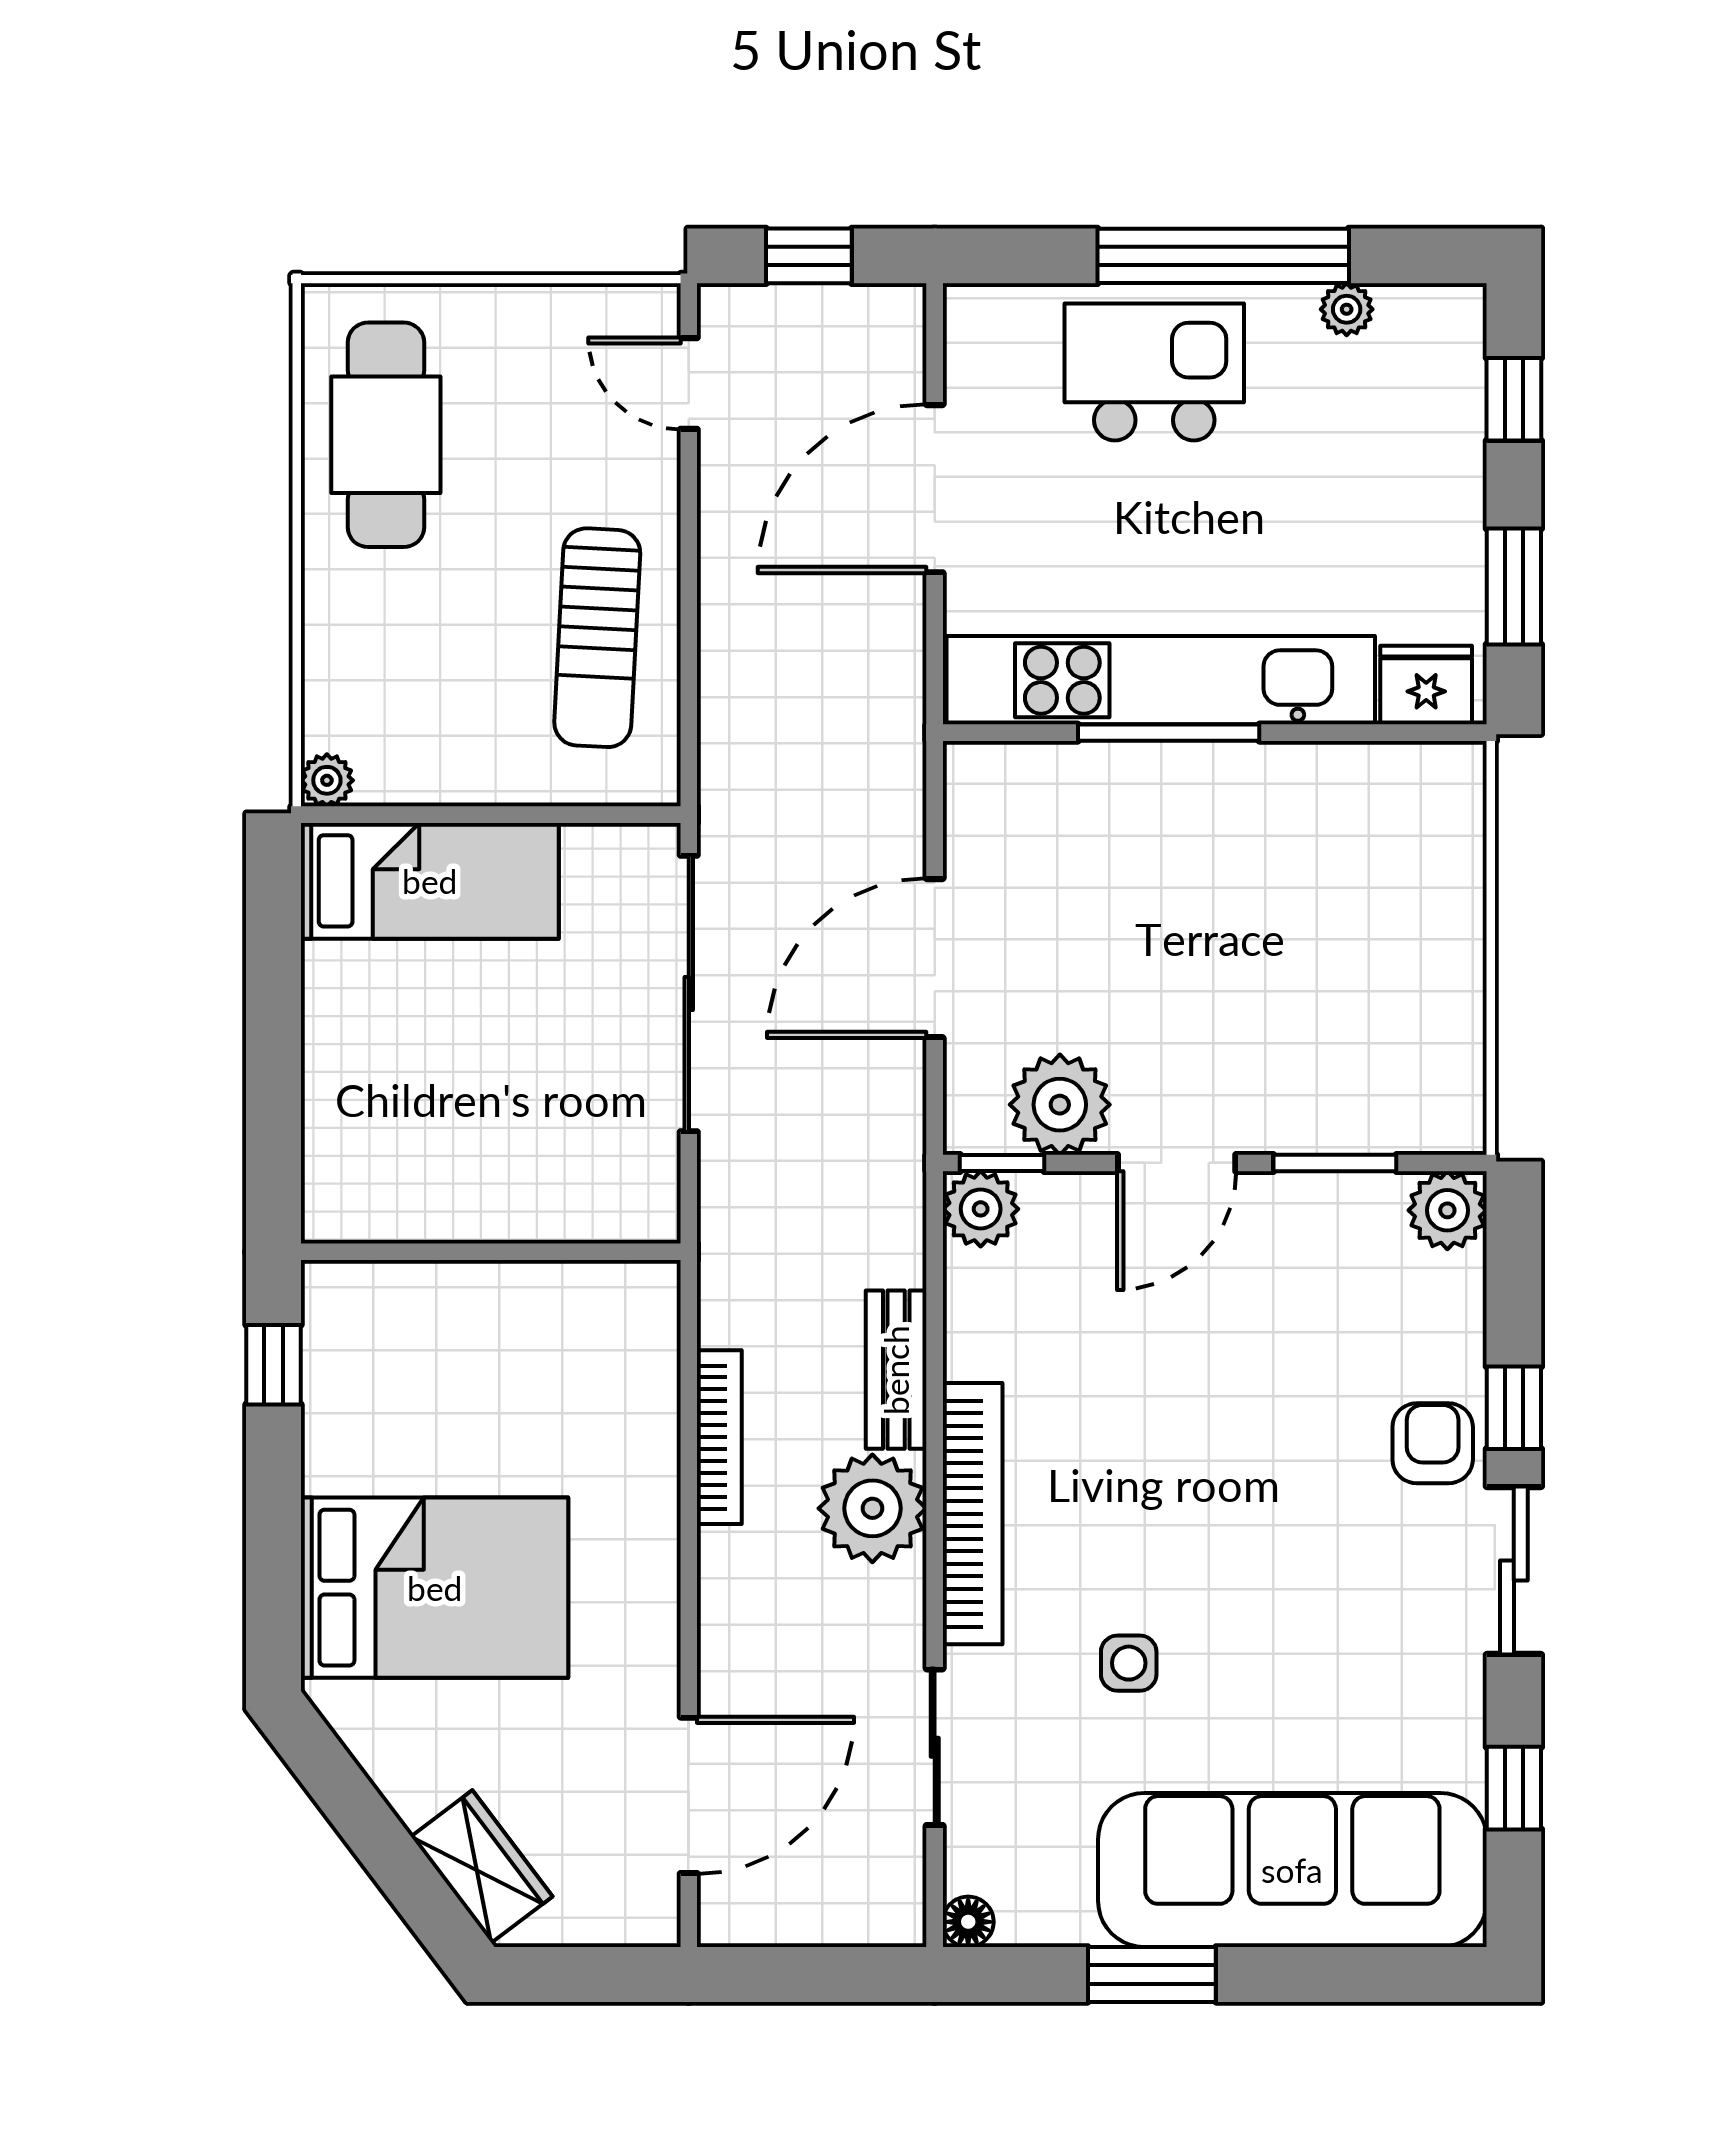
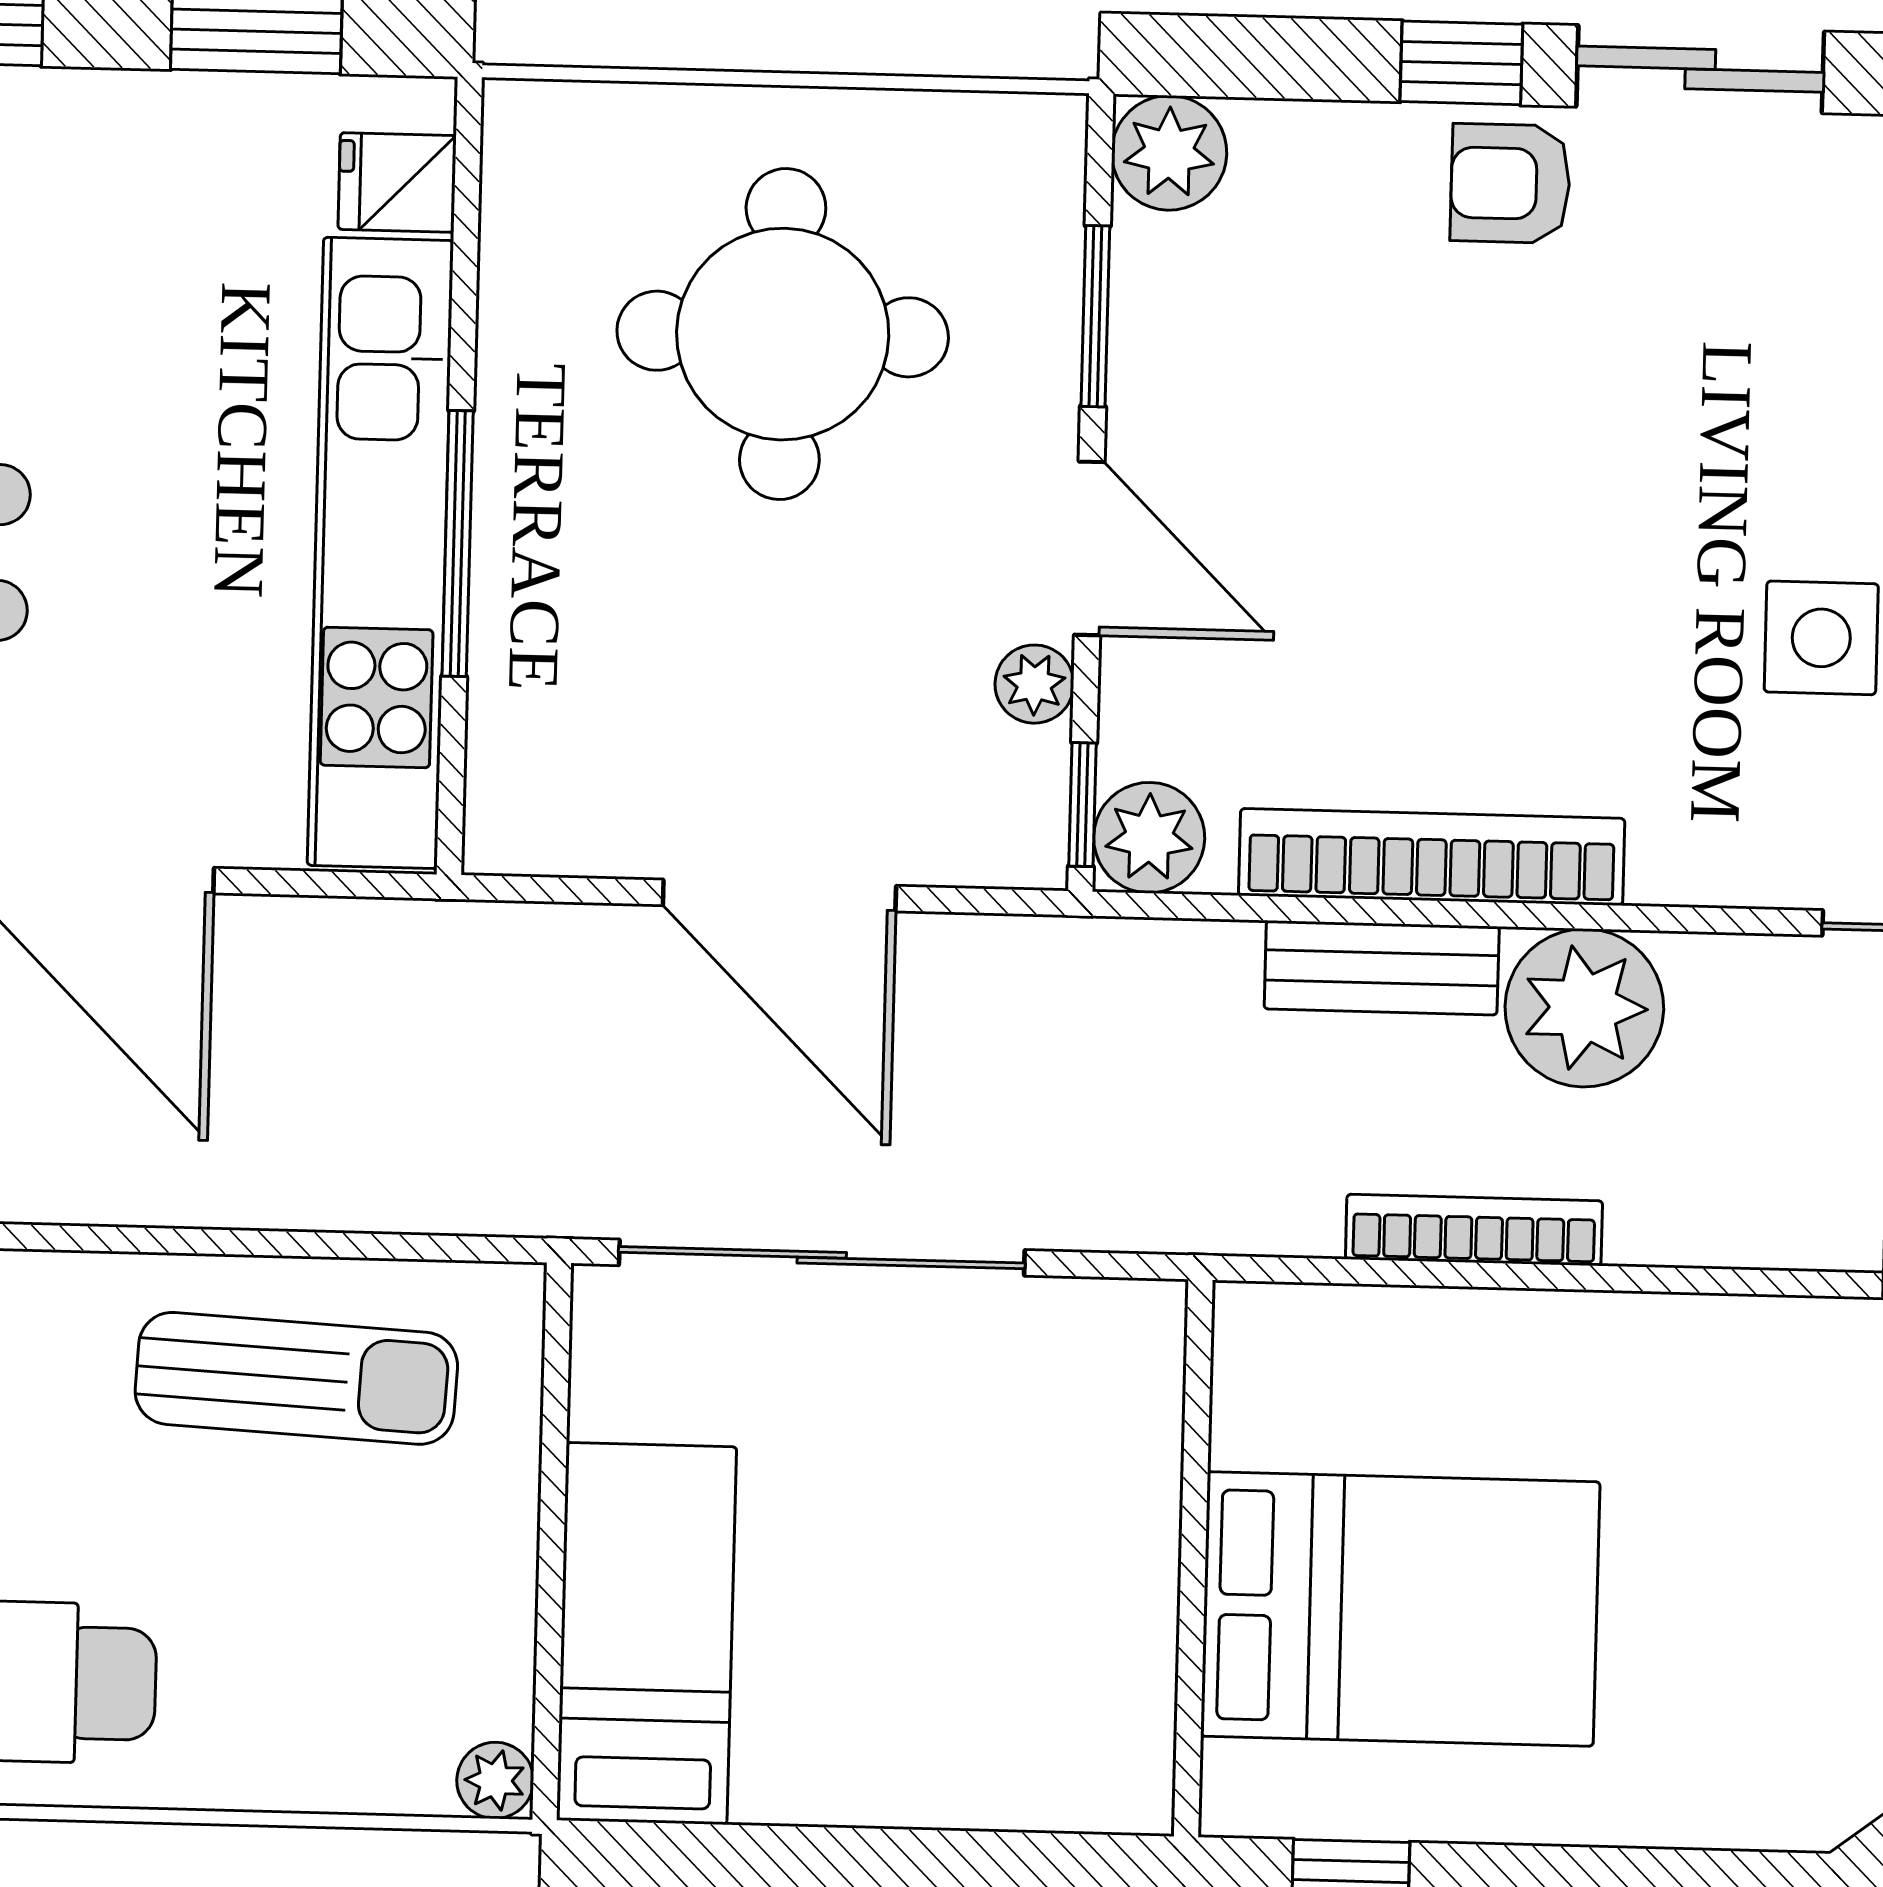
fridge: (1426, 685) -> (397, 182), width x0.72
round table: (1317, 950) -> (783, 334), added
plant: (1060, 1105) -> (1034, 684), width x0.53, depth x0.53
bookcase: (973, 1514) -> (1432, 857), moved
bed: (435, 1588) -> (1400, 1609), moved, turned 90
side table: (1129, 1663) -> (1821, 638), width x1.37, depth x1.37

